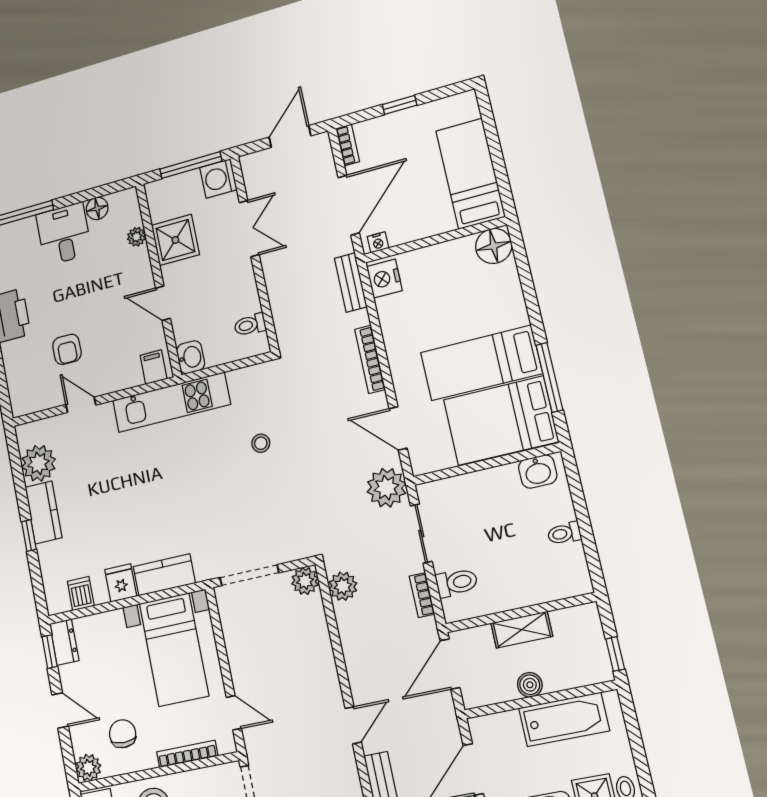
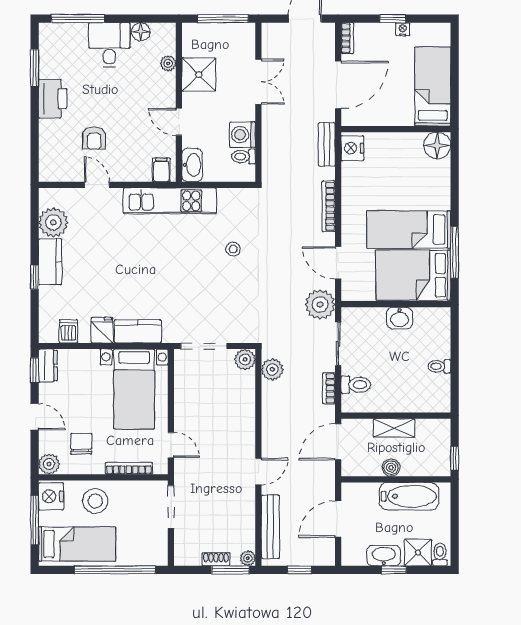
washing machine: (218, 178) -> (243, 135), moved
nightstand: (378, 242) -> (403, 29), moved, turned 180
washbasin: (191, 357) -> (192, 165), width x1.38
washbasin: (538, 471) -> (400, 318), moved

